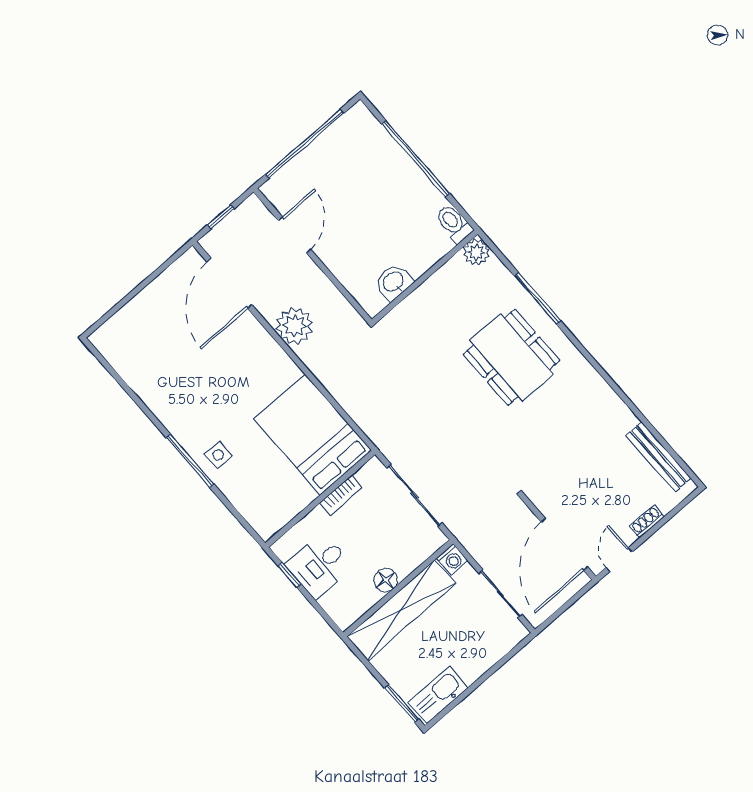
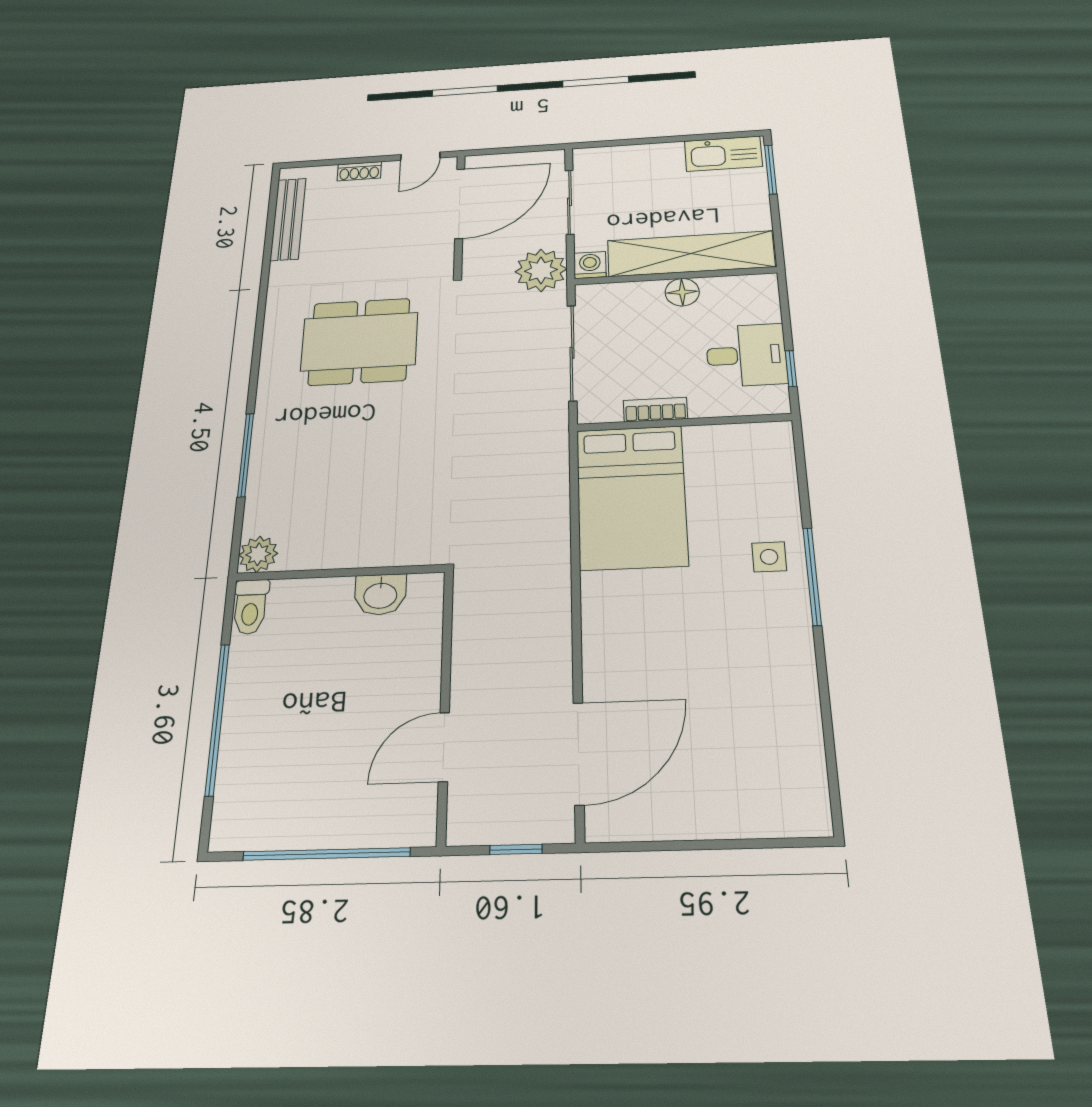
plant: (295, 326) -> (541, 270), moved
dining table: (512, 357) -> (359, 342), moved, turned 90

